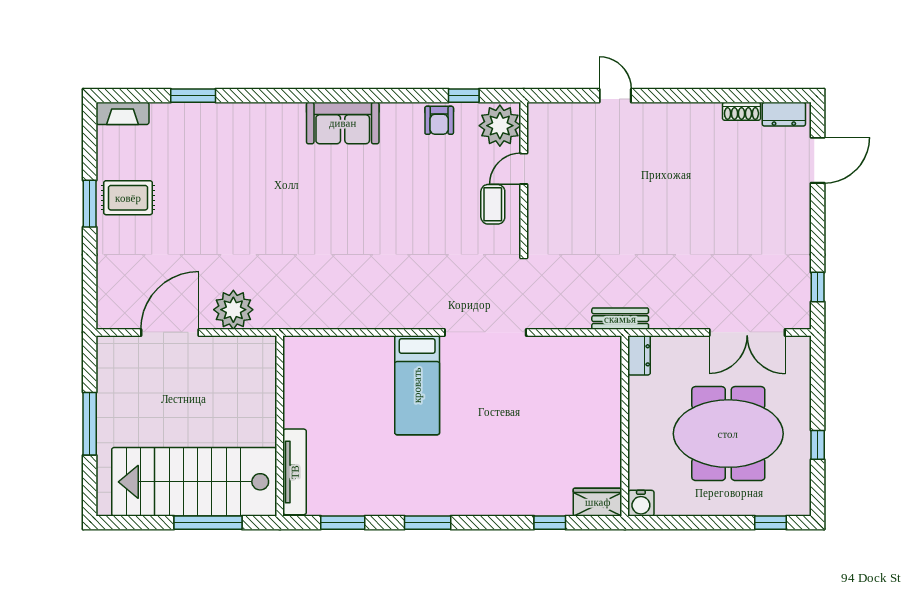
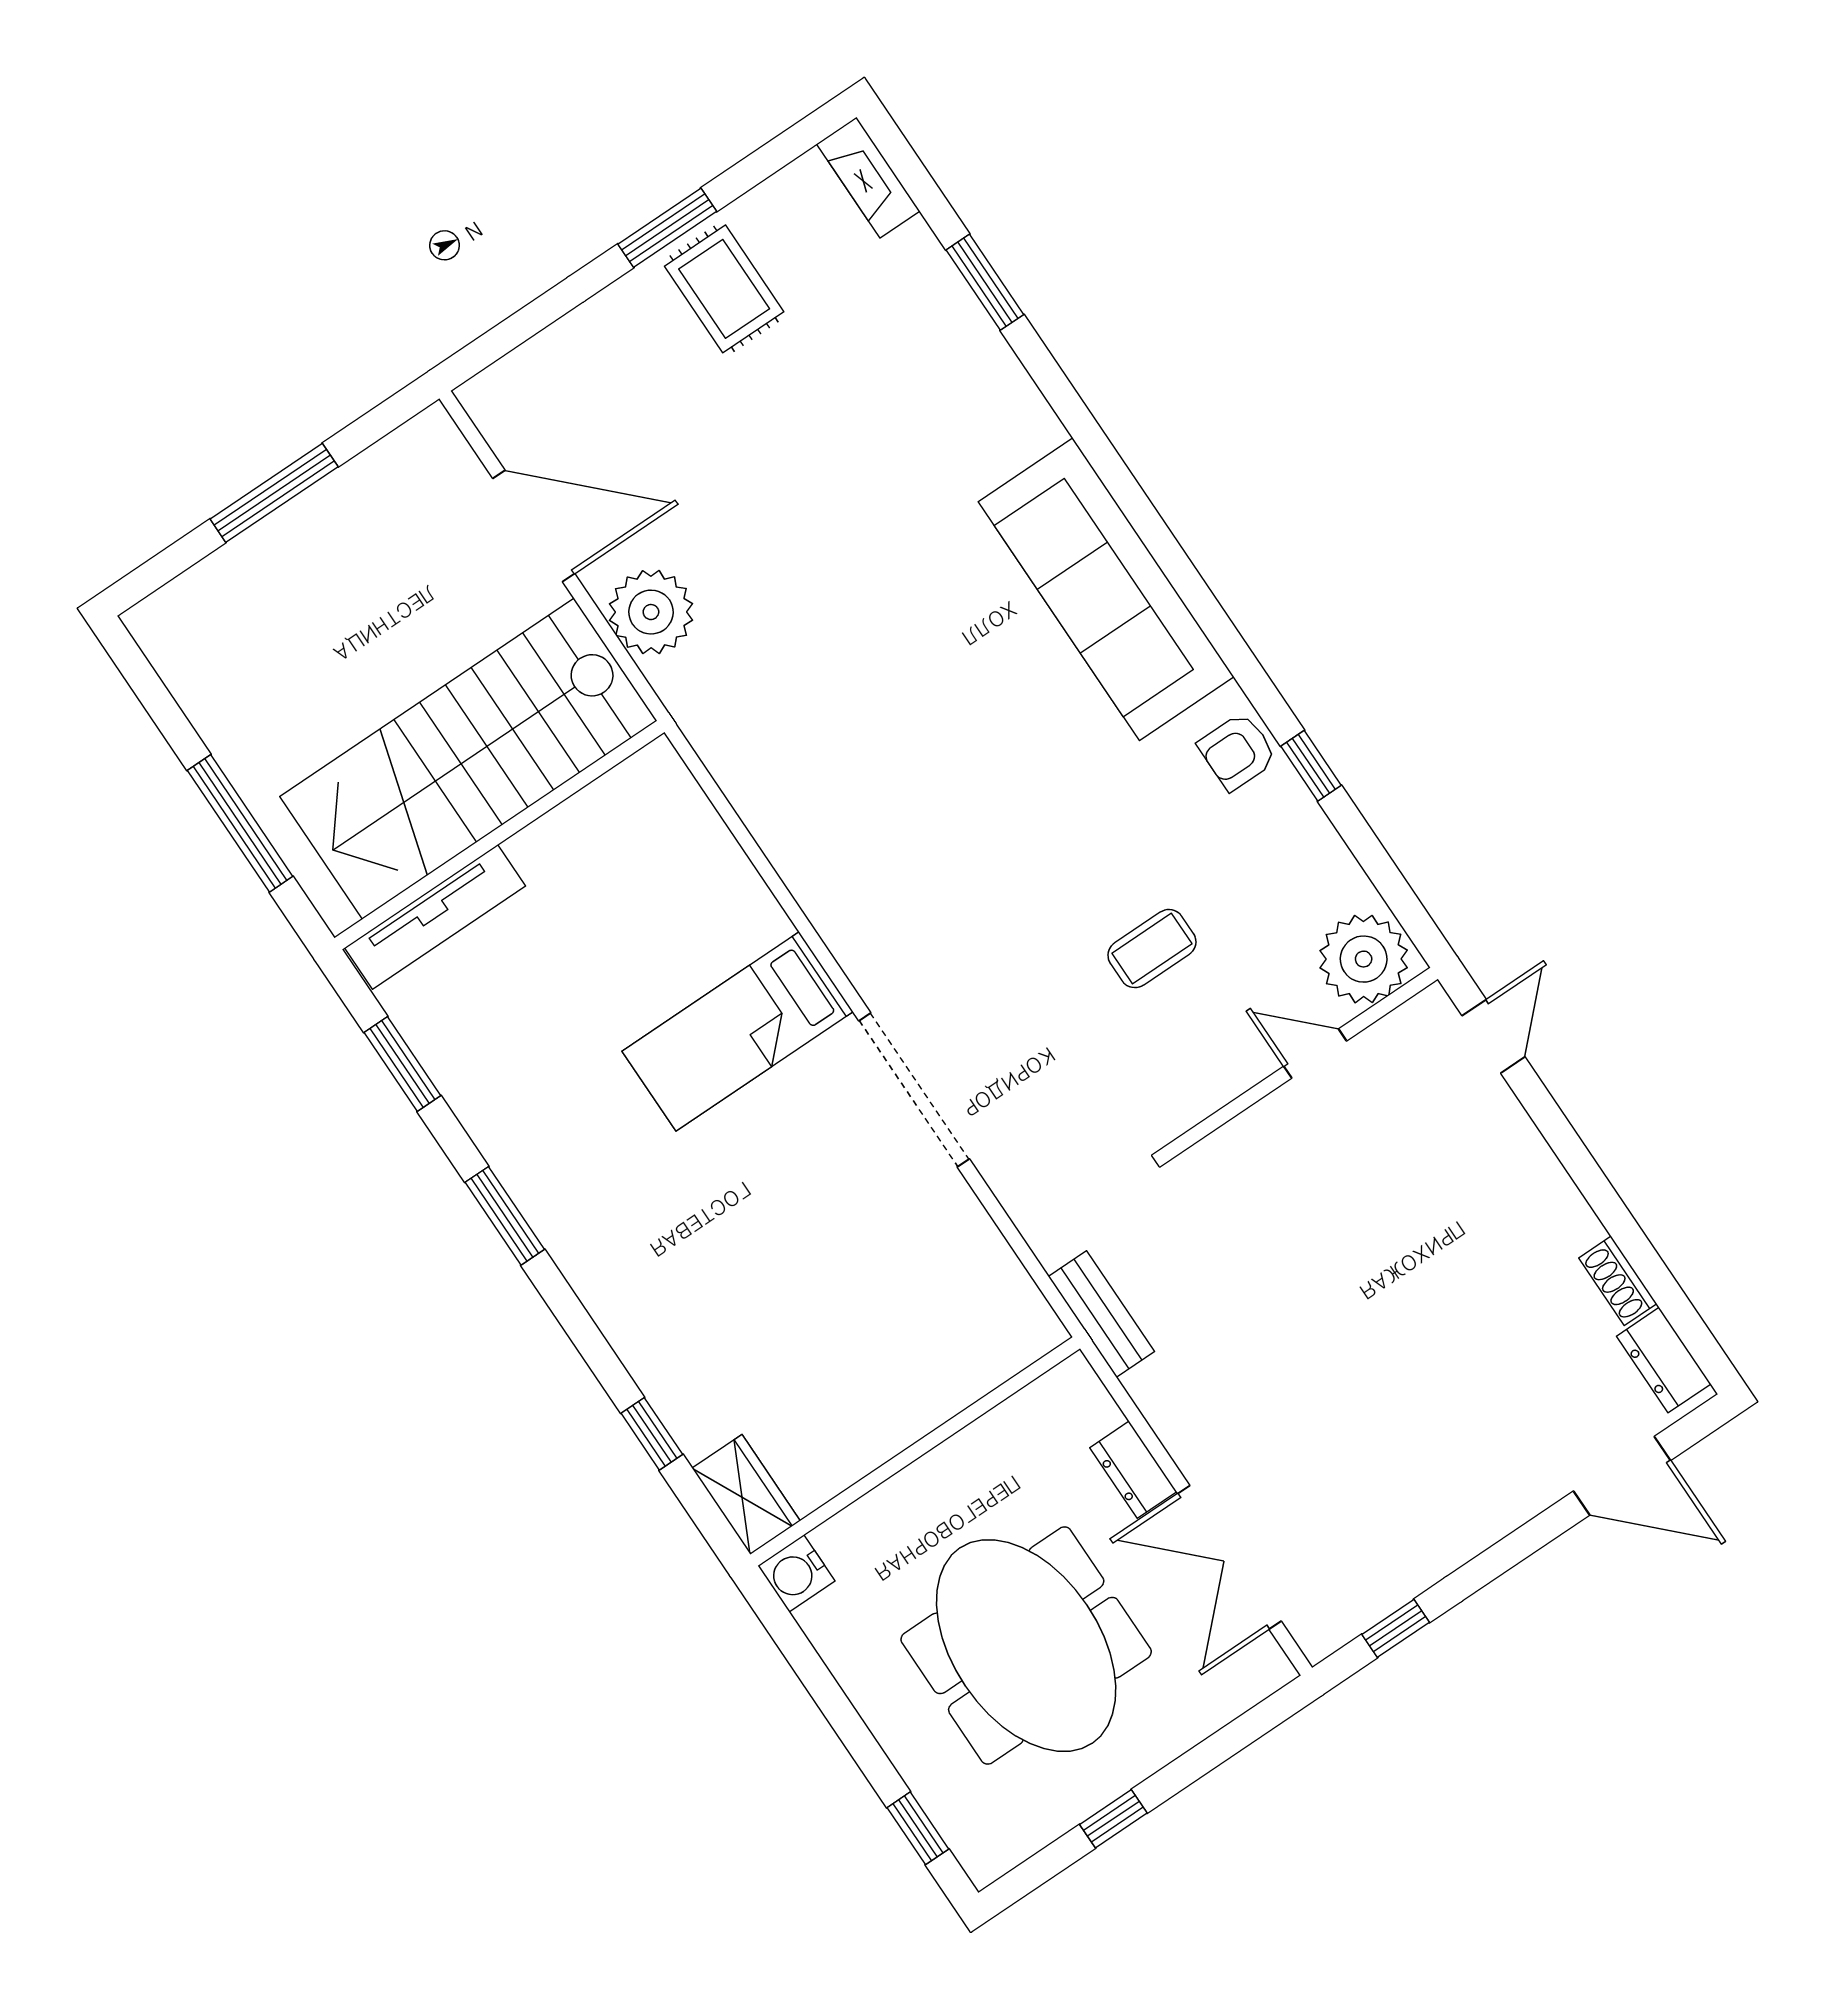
sofa: (343, 123) -> (1106, 589), width x1.85, depth x1.27
plant: (500, 126) -> (1364, 959), moved
door: (524, 169) -> (1315, 1054), moved
wall: (524, 177) -> (1301, 1063), moved
dresser: (639, 355) -> (1133, 1470), moved, turned 90
stairs: (194, 482) -> (468, 759), moved, turned -90

